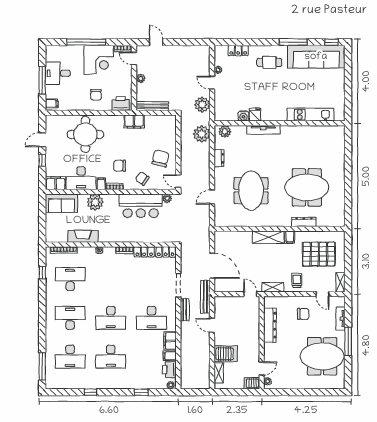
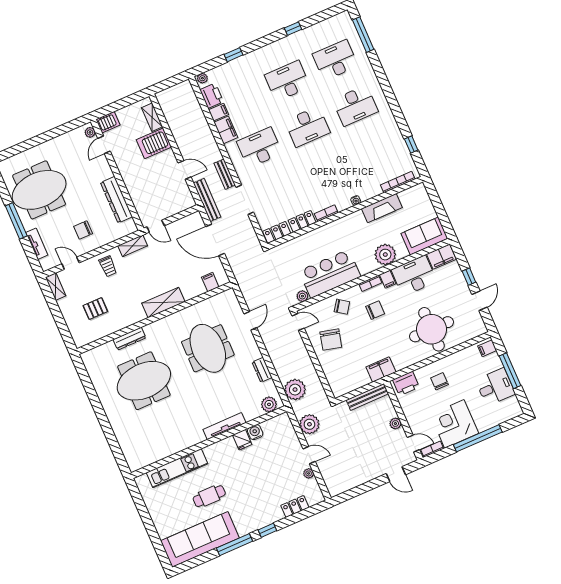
window: (331, 42) -> (267, 530), moved
cafe table: (269, 62) -> (209, 496), moved
filing cabinet: (290, 237) -> (210, 282), moved
pallet: (319, 254) -> (95, 309), width x0.49, depth x0.50
desk: (70, 279) -> (375, 151), removed
desk: (111, 318) -> (307, 127), turned 180

